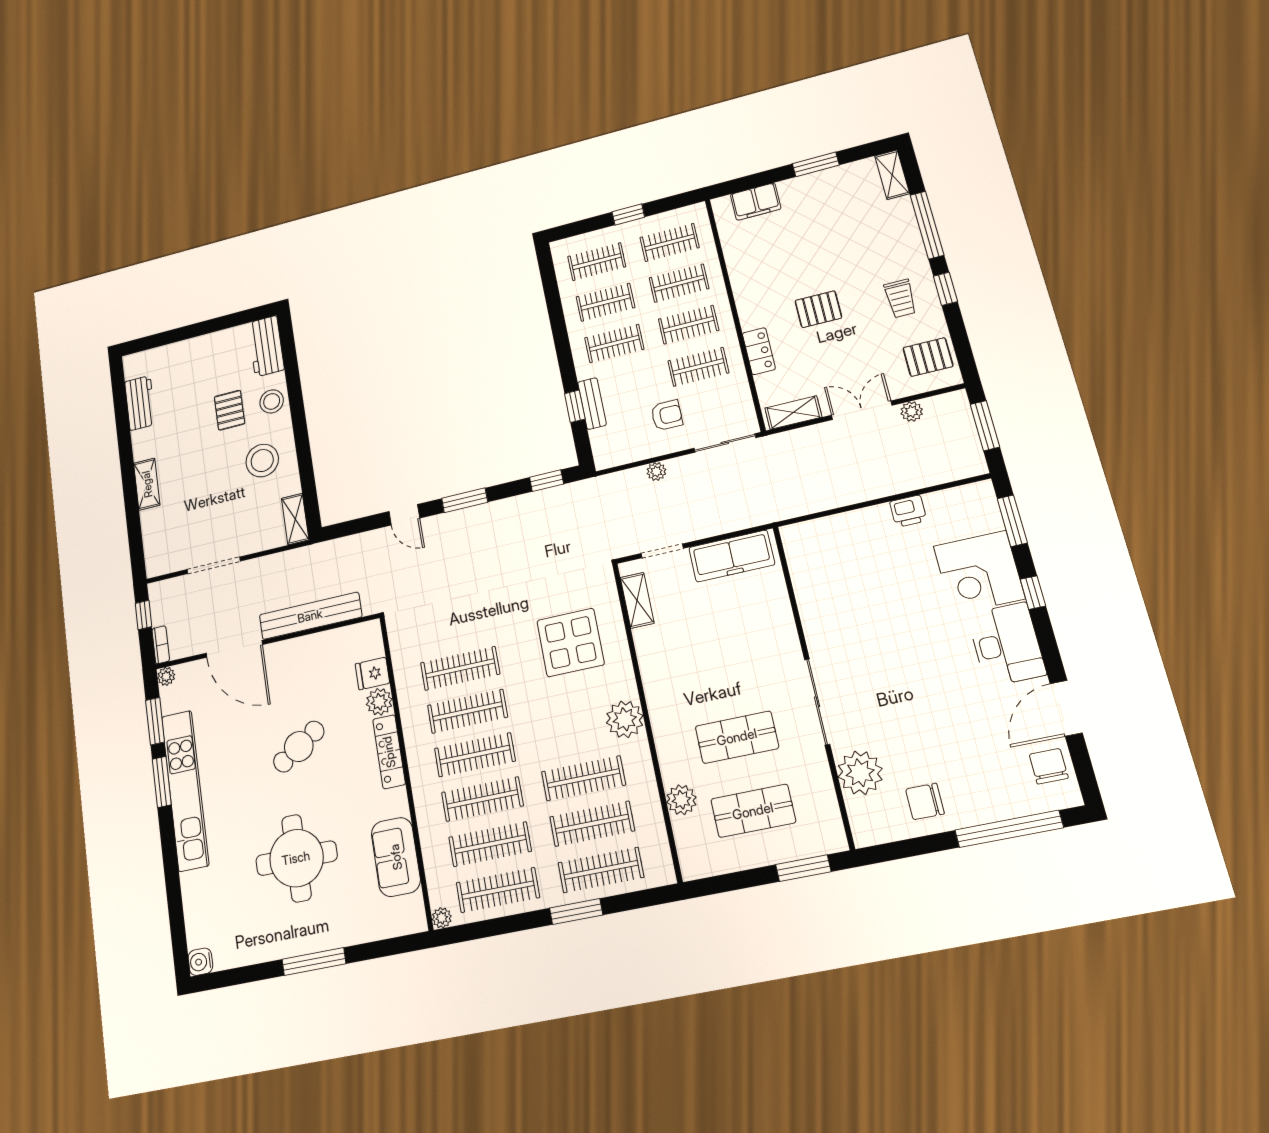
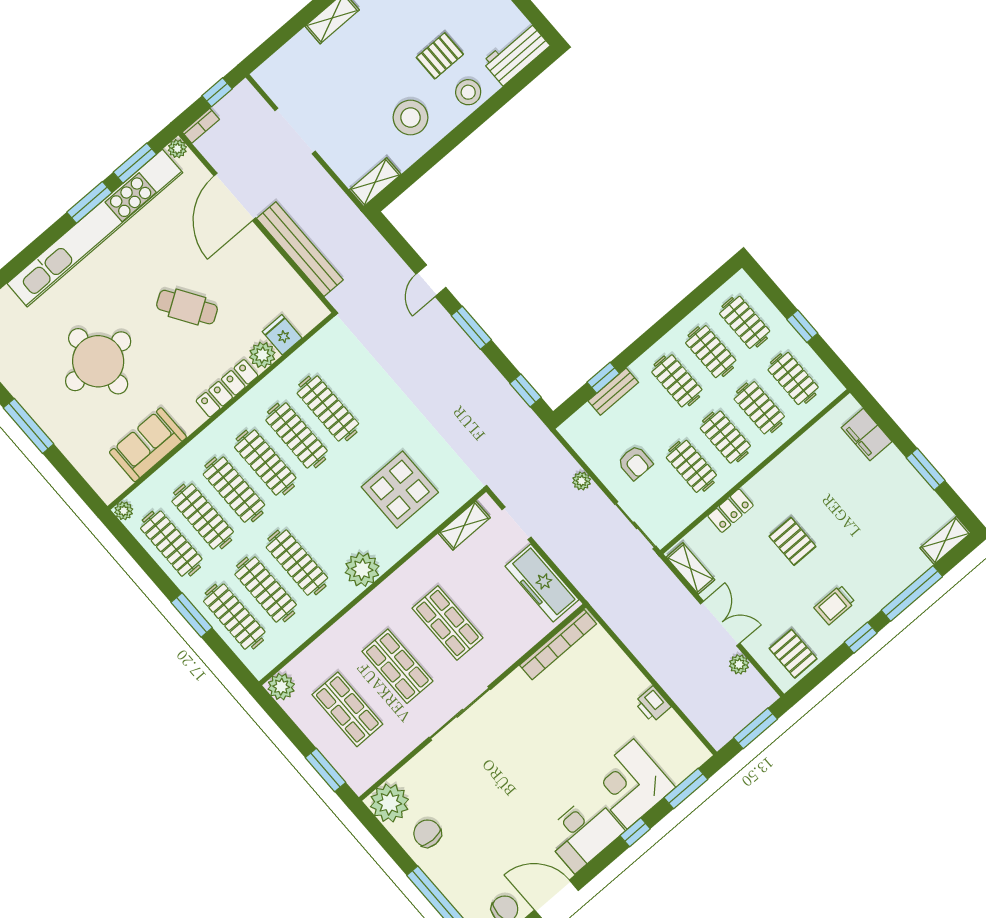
bookcase: (800, 571) -> (558, 645), added
shop shelf: (721, 666) -> (447, 623), added
plant: (860, 773) -> (389, 803), moved
kitchen unit: (185, 790) -> (95, 228), width x1.36
plant: (681, 800) -> (281, 687), moved

